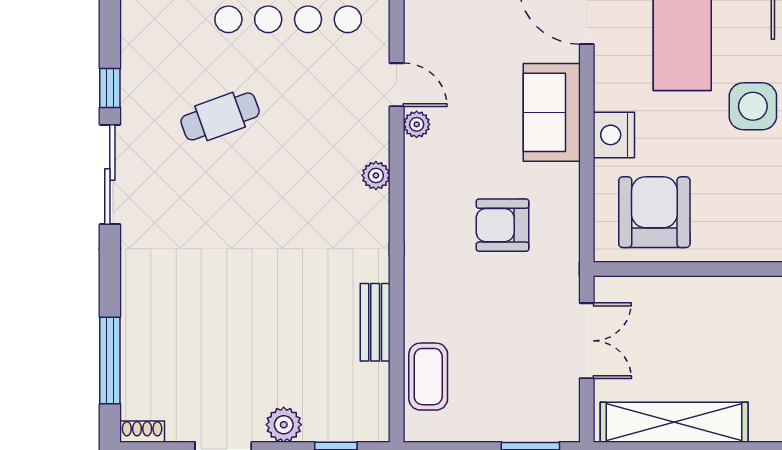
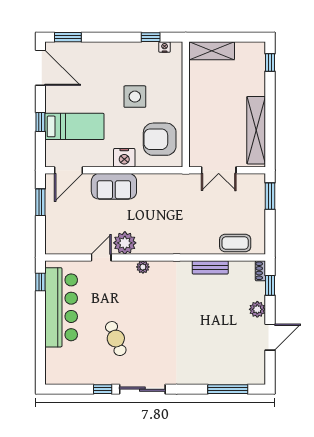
side table: (753, 106) -> (135, 97), moved
plant: (417, 124) -> (125, 243), width x1.87, depth x1.87
armchair: (502, 225) -> (166, 209), removed
double door: (587, 341) -> (219, 170), swing flipped
shoe rack: (142, 432) -> (260, 271), moved

